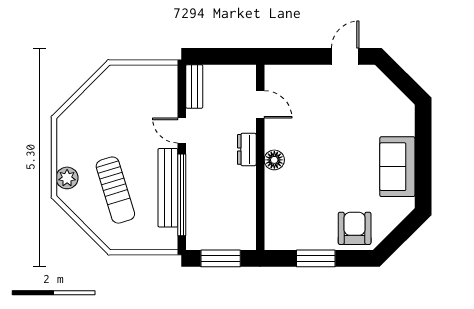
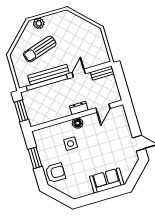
sofa: (397, 167) -> (107, 181), moved
side table: (309, 184) -> (71, 144), added

